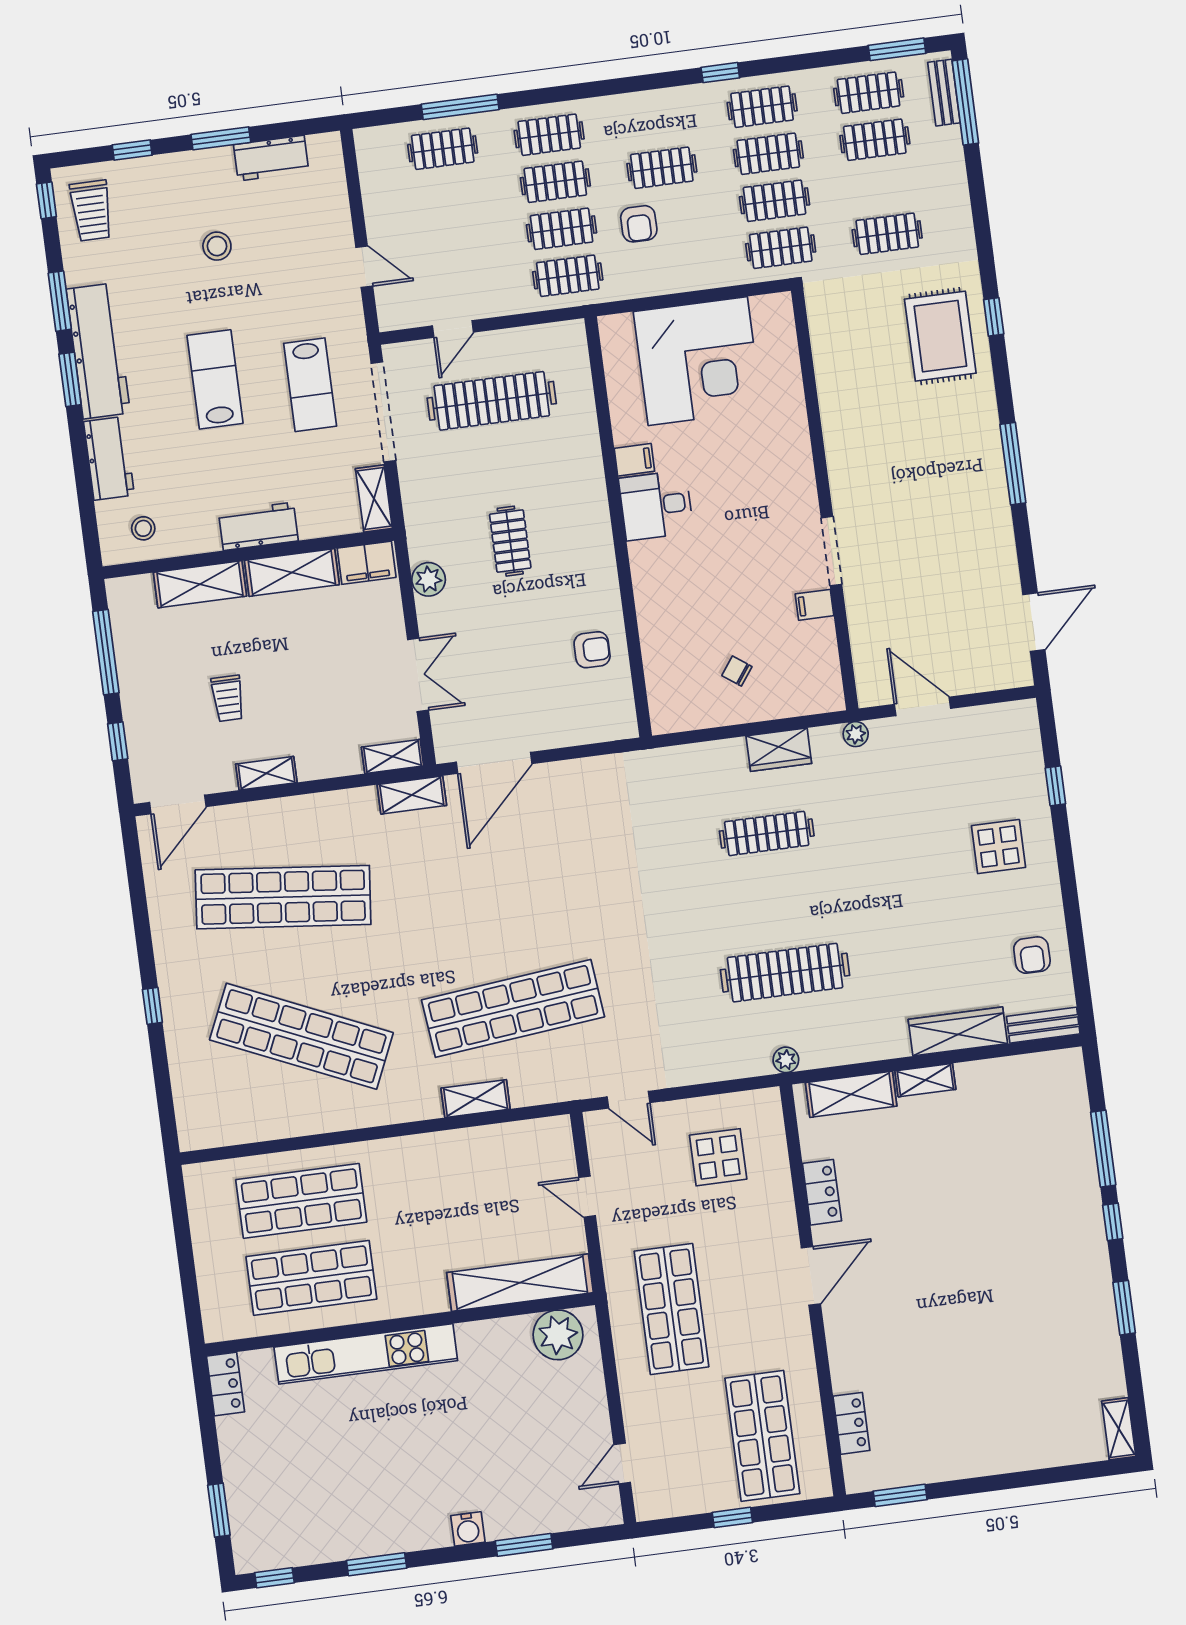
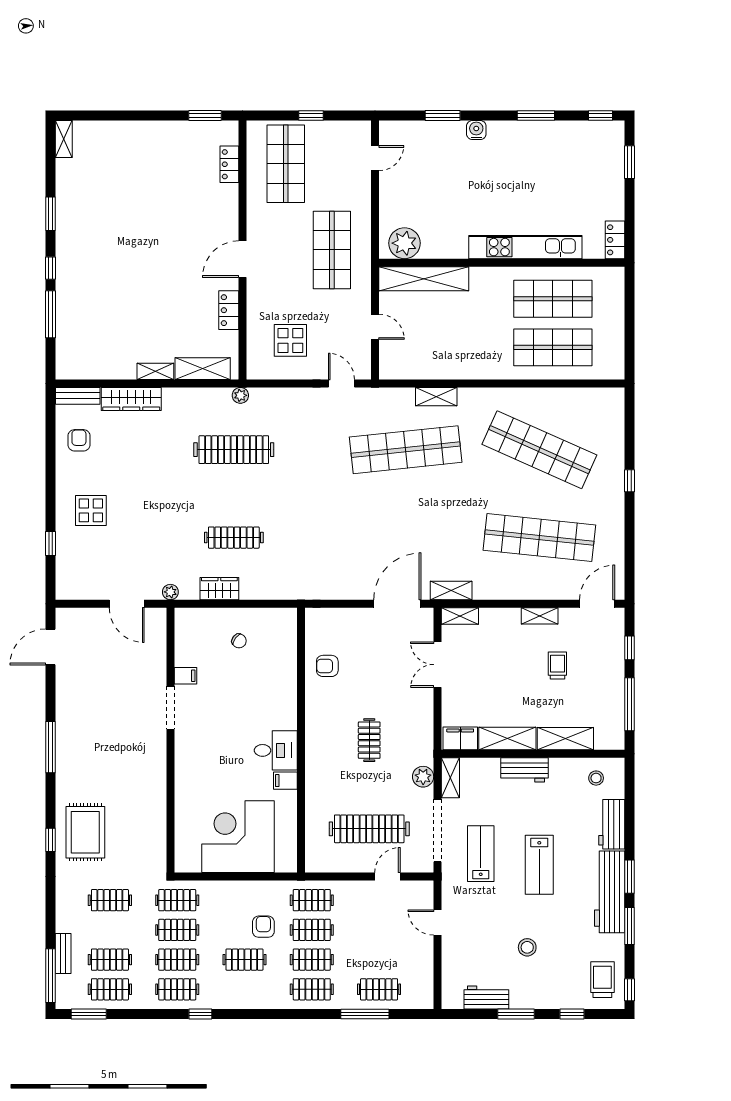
bench: (944, 93) -> (63, 954), moved
plant: (429, 579) -> (423, 777), moved

